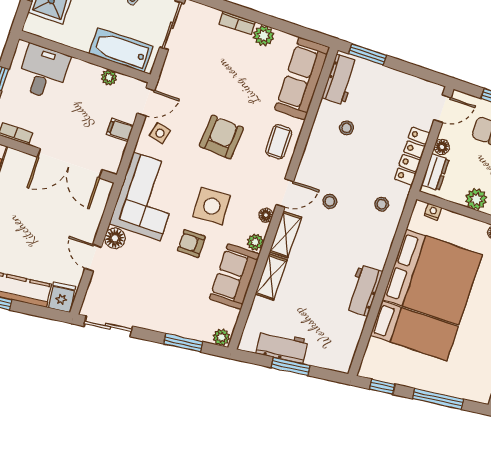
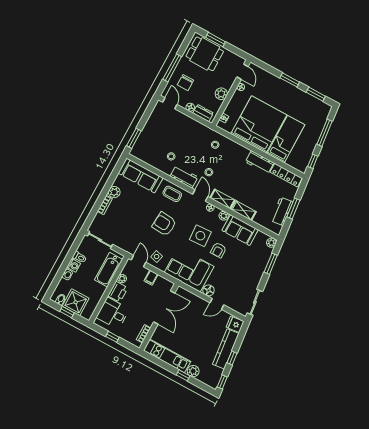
printer: (84, 74) -> (118, 292), added
workbench: (340, 79) -> (184, 177), moved
locker: (412, 156) -> (286, 175), moved

